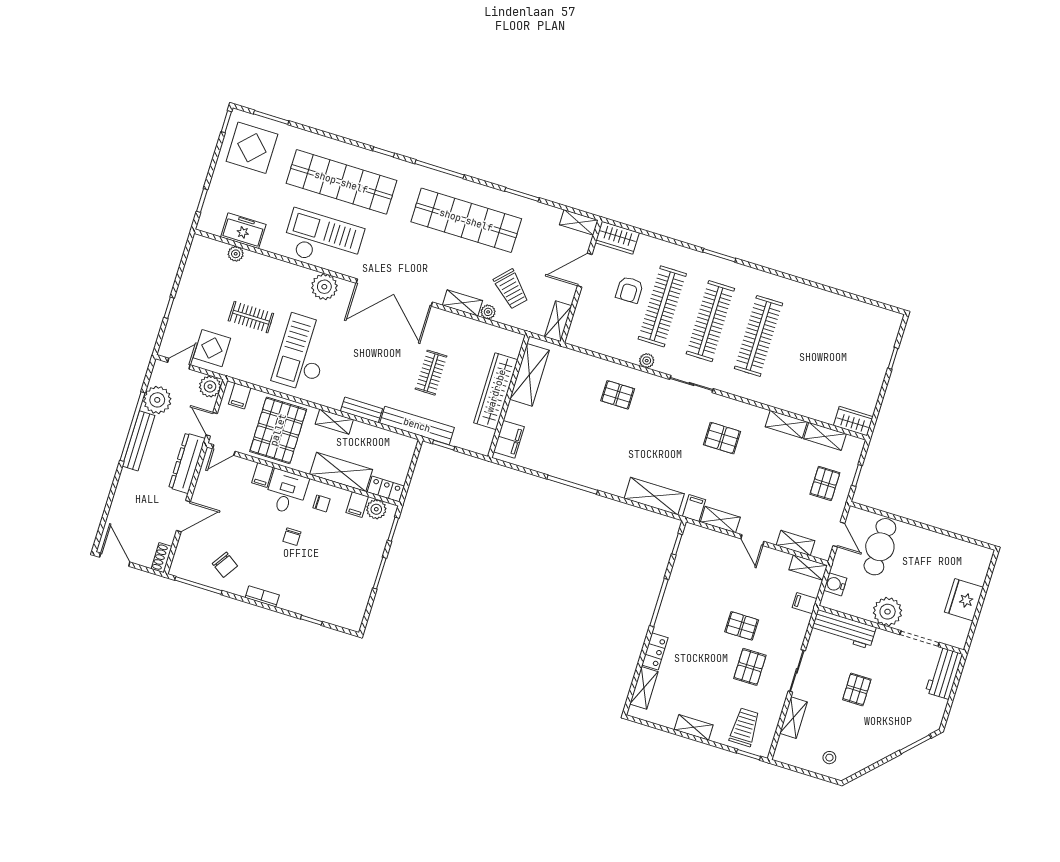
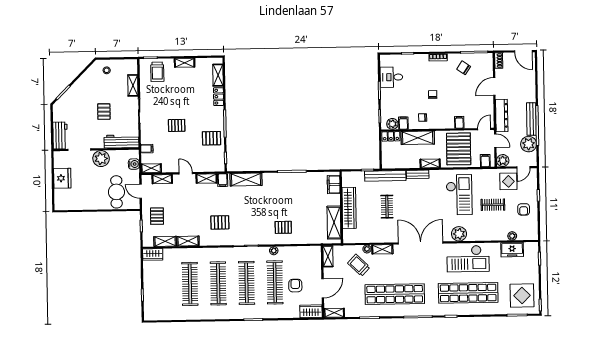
armchair: (202, 292) -> (524, 209), added
clothes rail: (807, 351) -> (190, 284), added
desk: (286, 492) -> (391, 77), moved, turned 90
pallet: (750, 667) -> (211, 138), moved, turned 90

